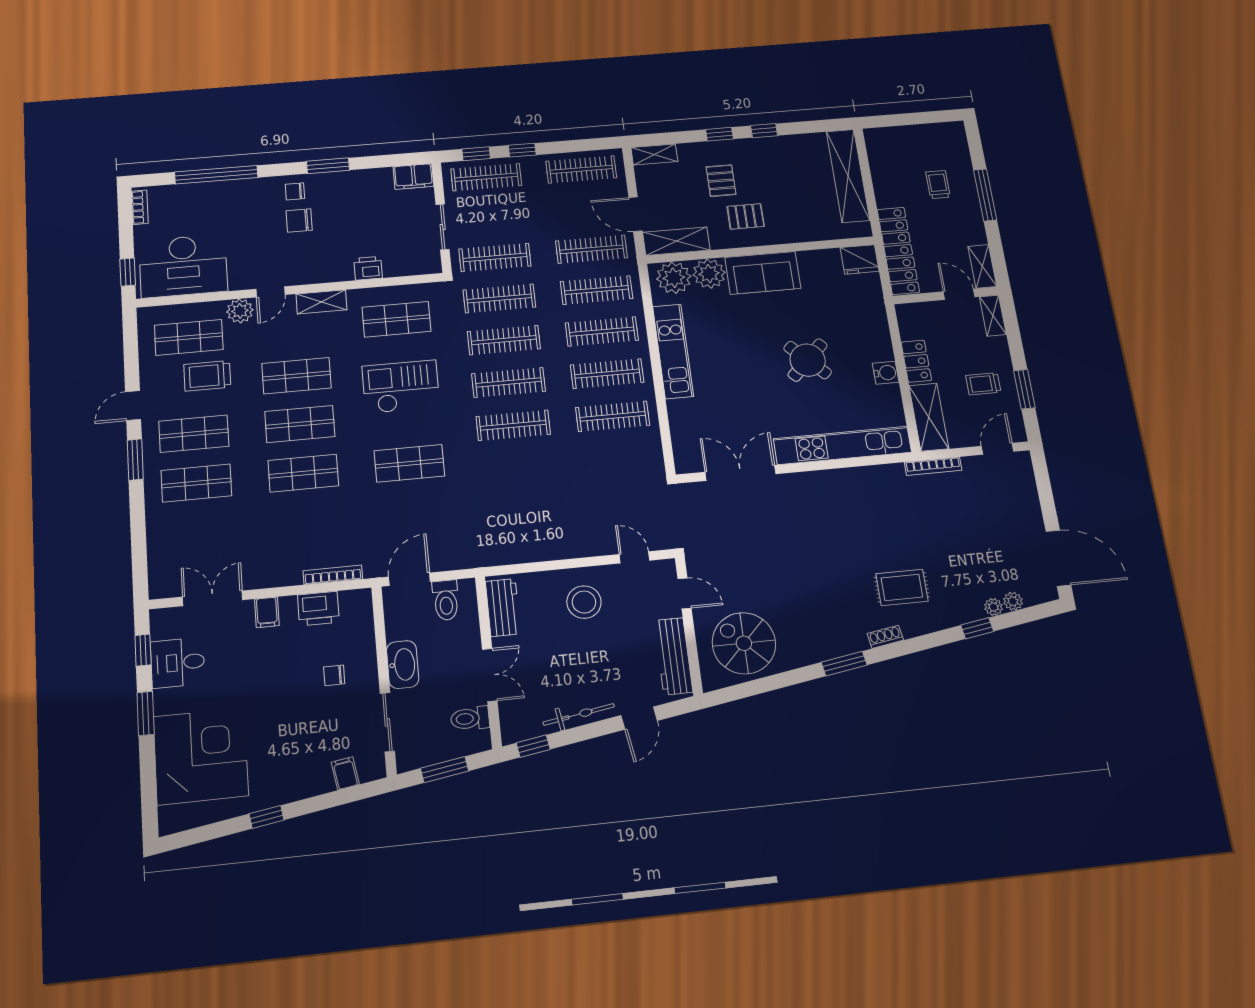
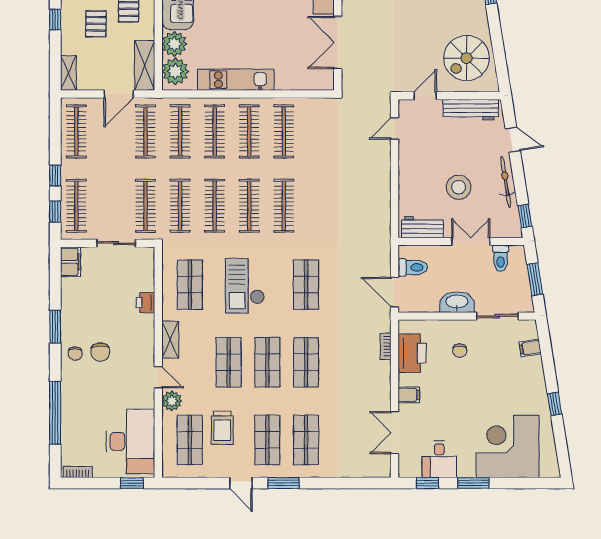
pallet: (721, 181) -> (96, 24), turned 90
bookcase: (333, 575) -> (386, 346), width x0.64
stool: (584, 602) -> (459, 187), moved
printer: (318, 609) -> (412, 353), width x1.37, depth x1.19

